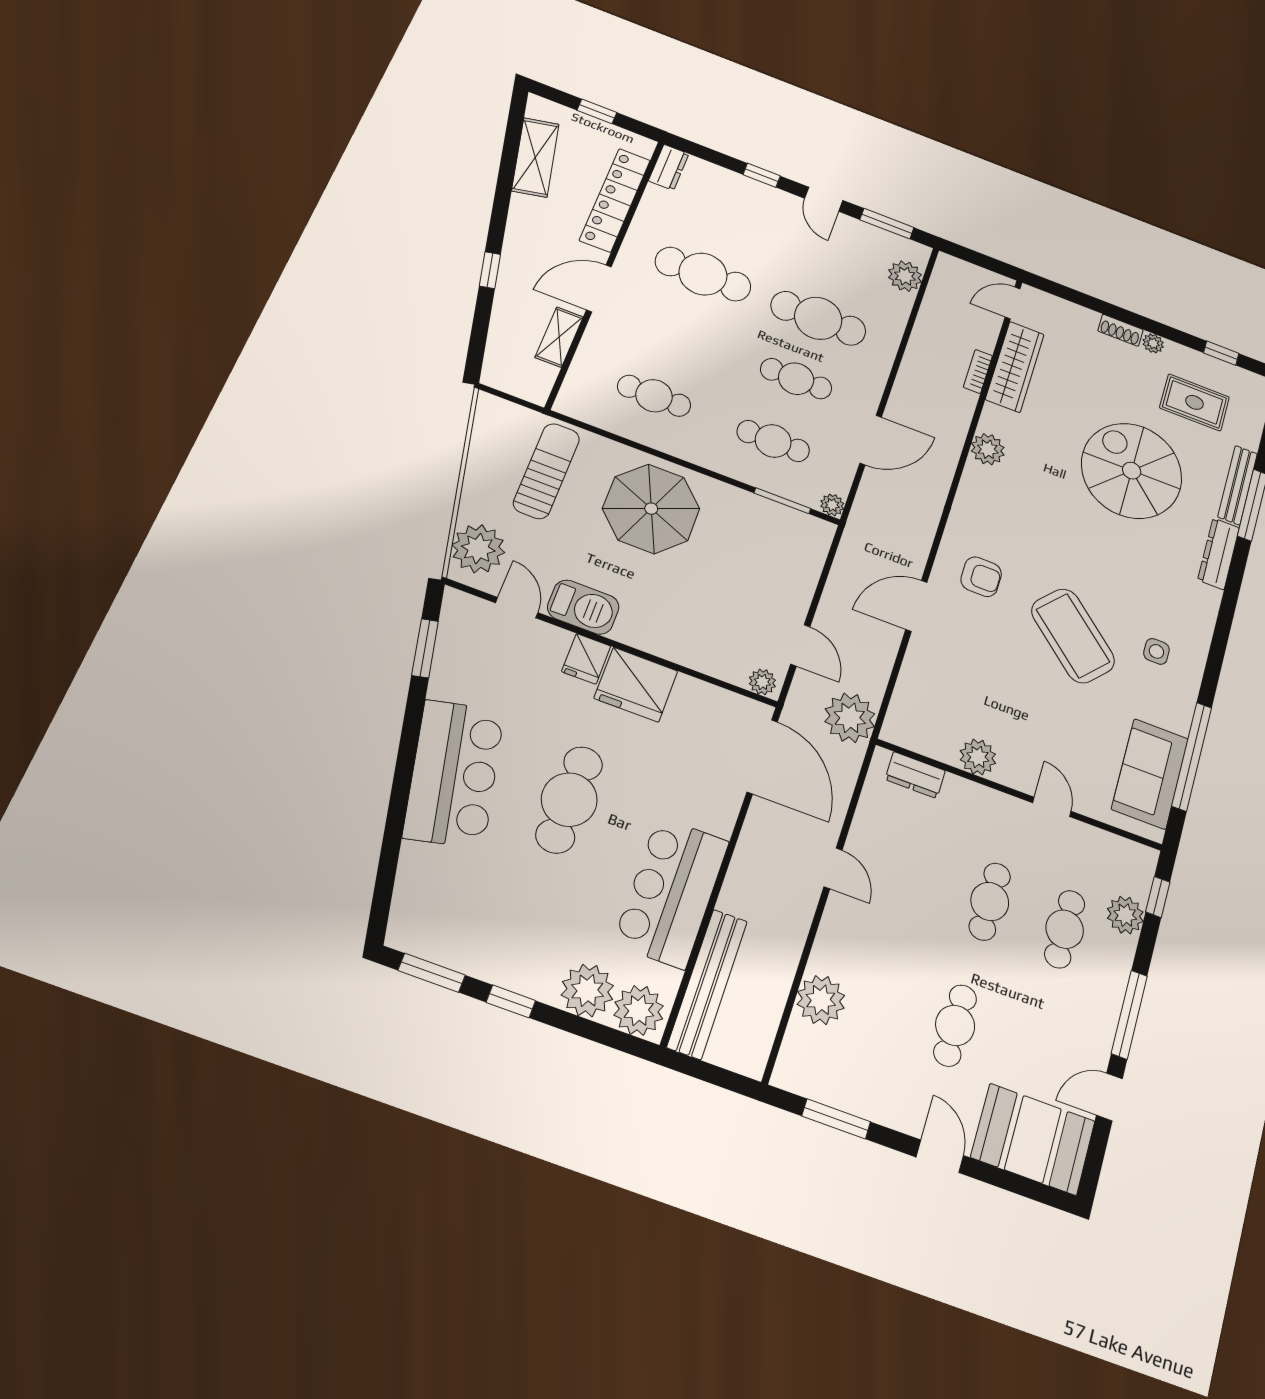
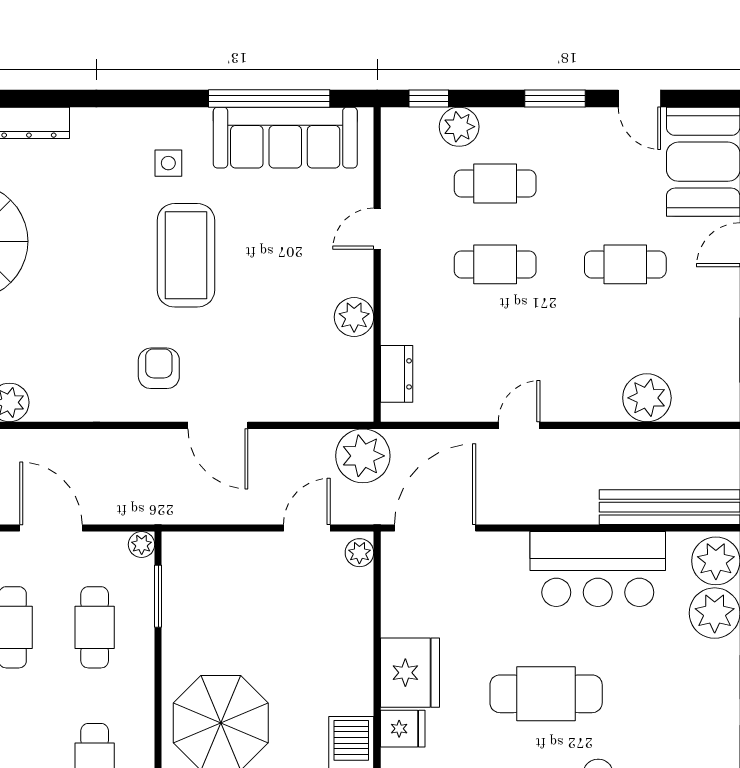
coffee table: (1073, 636) -> (186, 255), turned -42
sofa: (1150, 774) -> (285, 138), width x1.36
window: (1129, 1015) -> (555, 98), width x0.69

